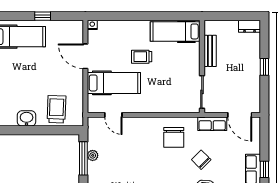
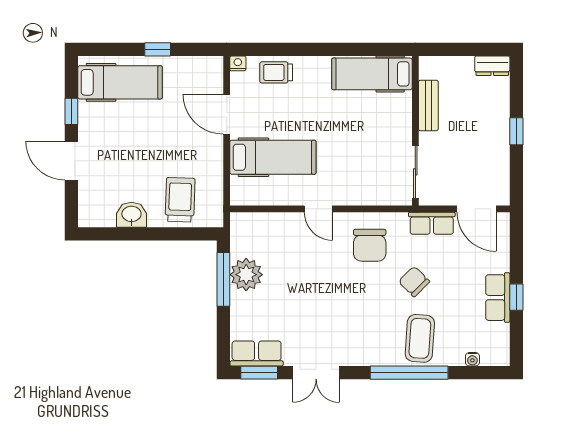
trolley: (142, 57) -> (276, 72), moved
door: (113, 115) -> (318, 209), moved
plant: (93, 155) -> (246, 275), width x1.87, depth x1.87

